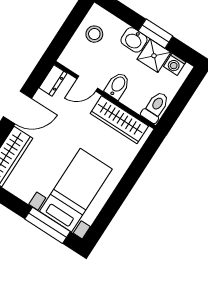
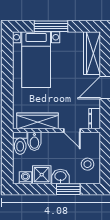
window: (156, 34) -> (68, 189), moved
door: (87, 84) -> (72, 130), swing flipped
bidet: (117, 86) -> (34, 141), moved
window: (48, 225) -> (51, 26), moved

